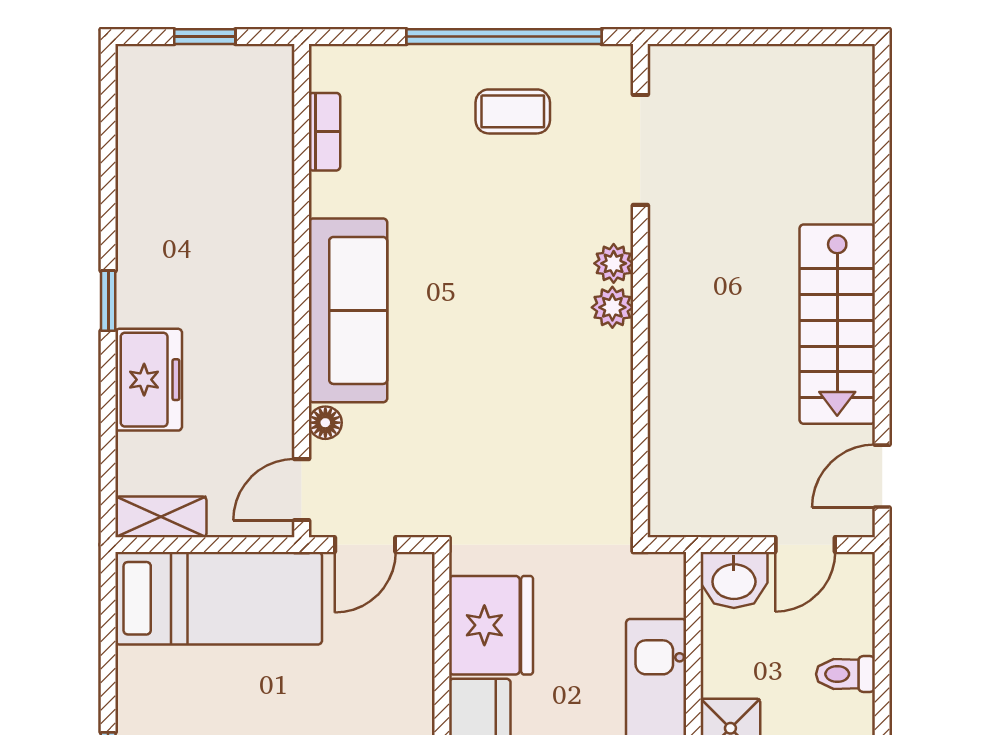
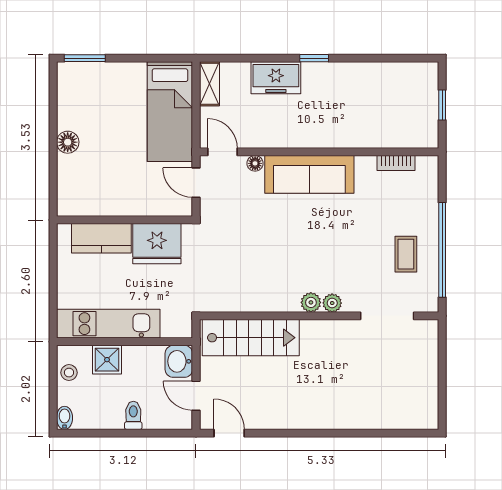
stairs: (837, 324) -> (251, 338), moved, turned 180

